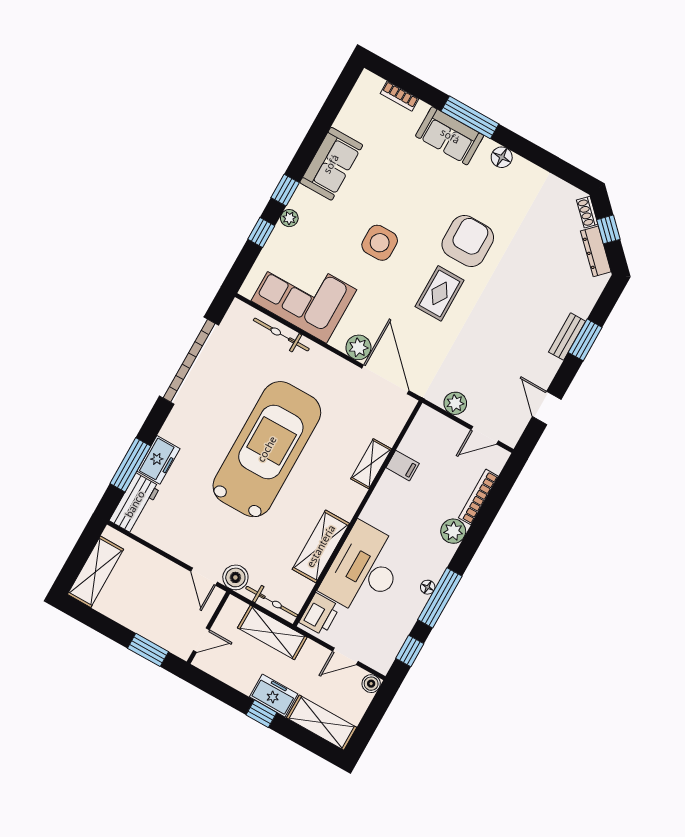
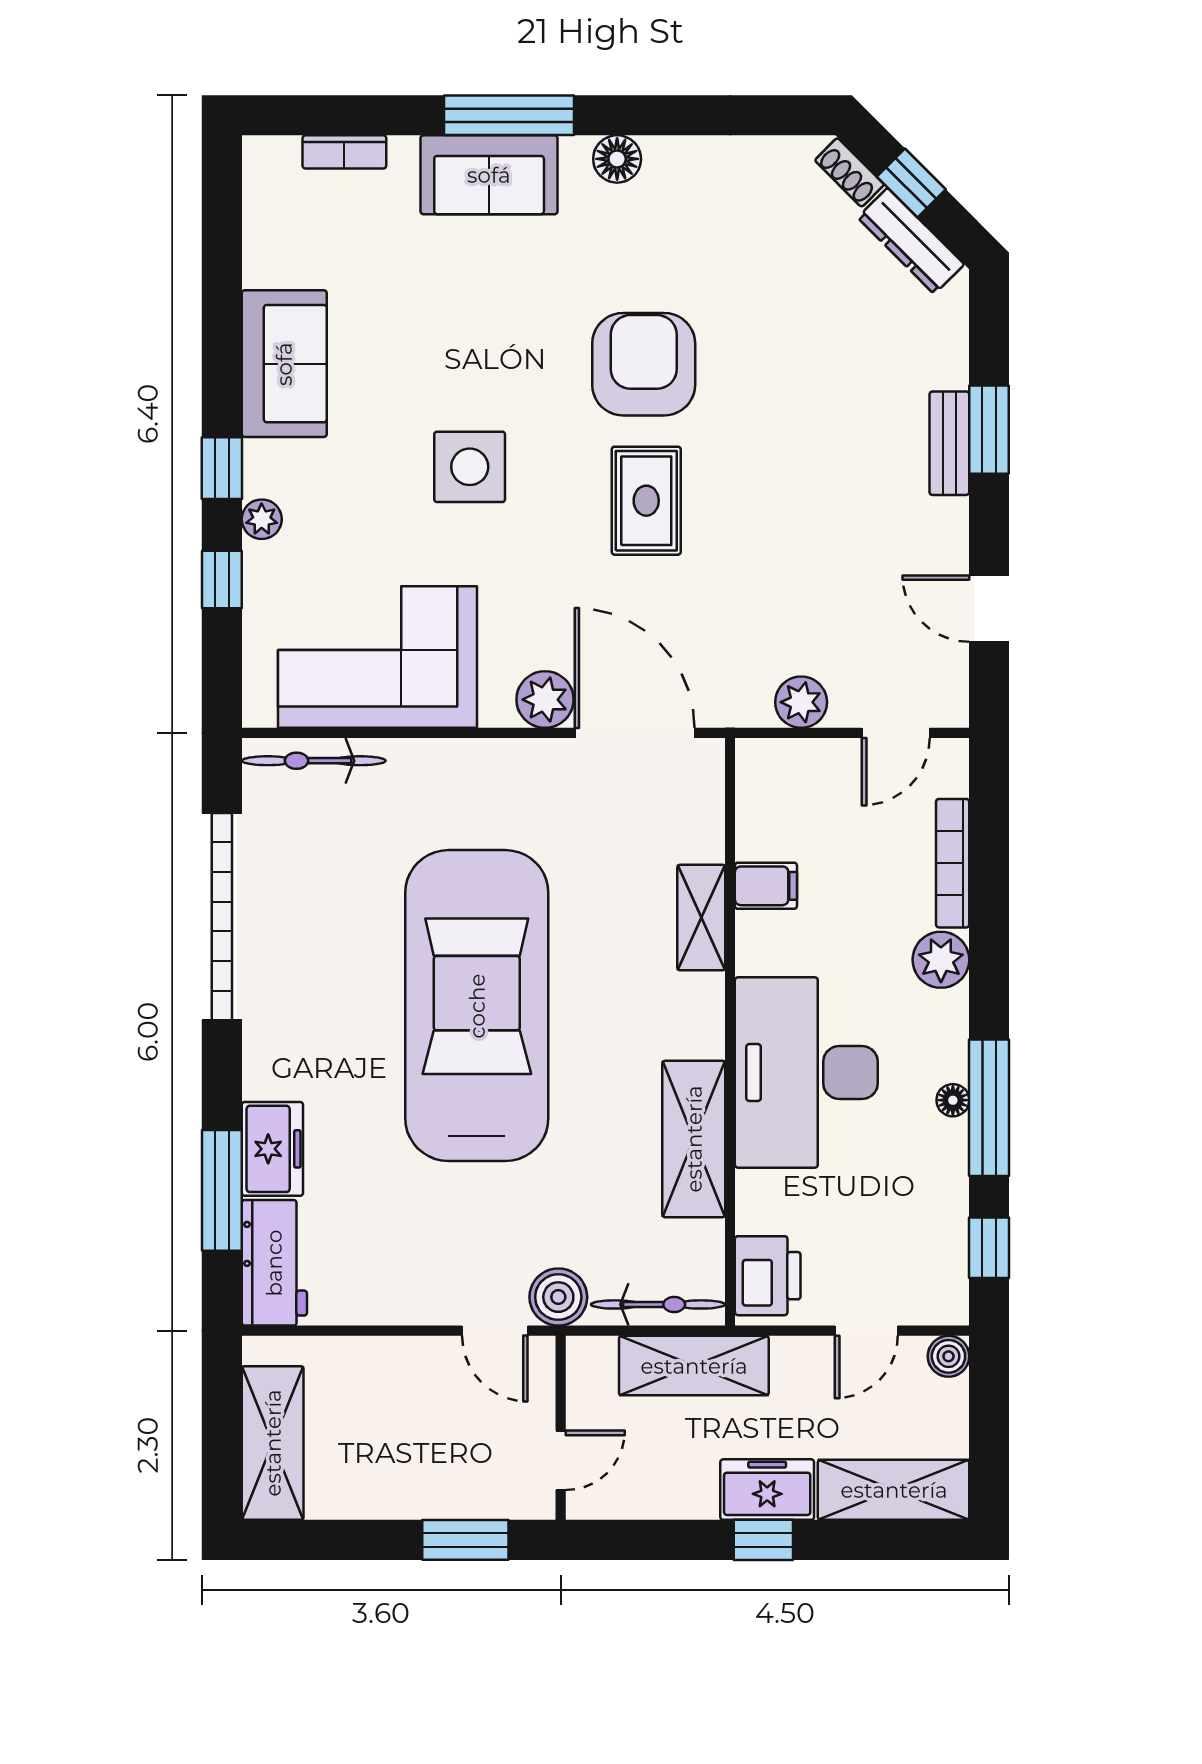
bicycle: (281, 335) -> (314, 761), moved
desk: (364, 570) -> (806, 1072), moved

